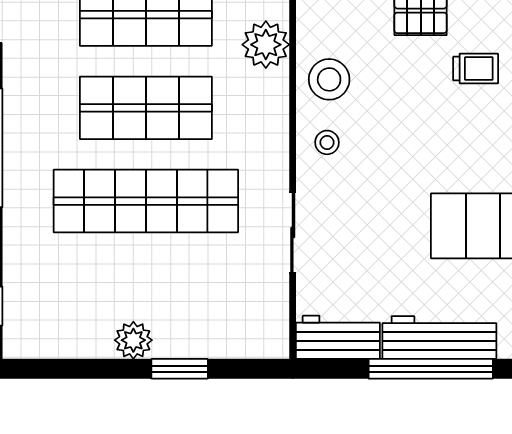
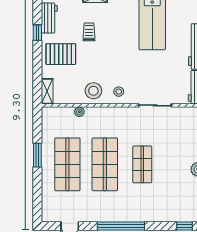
plant: (266, 45) -> (79, 112), width x0.53, depth x0.53
shop shelf: (146, 201) -> (142, 164), width x0.50, depth x0.74

